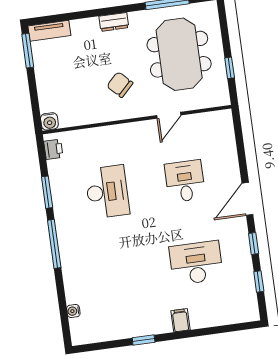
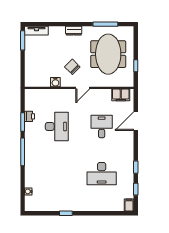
door: (169, 115) -> (83, 88), moved
water cooler: (49, 121) -> (55, 82), moved
filing cabinet: (210, 122) -> (121, 95), added
printer: (53, 149) -> (30, 116), moved
door: (247, 199) -> (136, 121), moved
desk: (196, 263) -> (102, 174), turned 180
filing cabinet: (180, 320) -> (129, 205), moved

